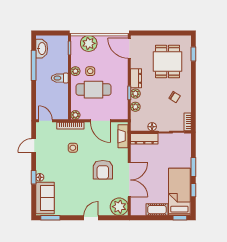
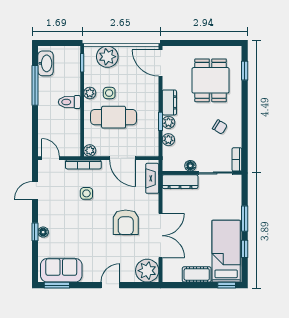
sofa: (45, 198) -> (61, 270), moved, turned -90

